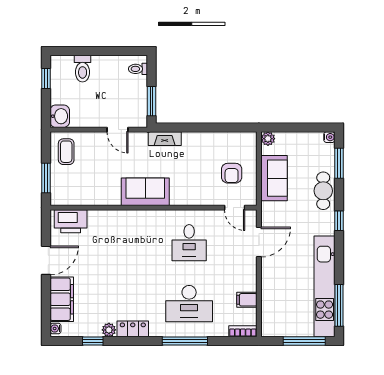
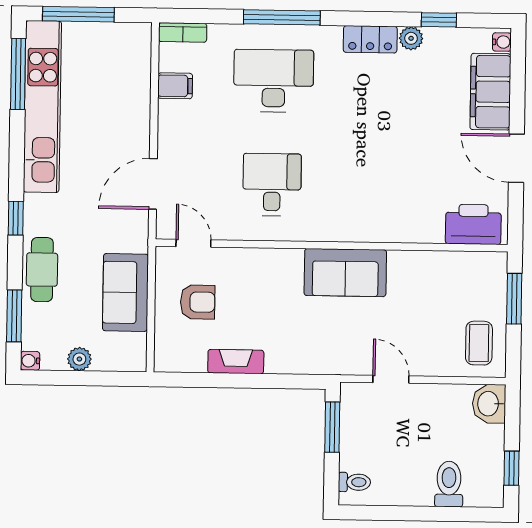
fireplace: (165, 139) -> (236, 362), moved
plant: (268, 139) -> (79, 359), moved
armchair: (232, 173) -> (198, 302), turned 90
door: (46, 260) -> (516, 158), hinge flipped

